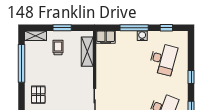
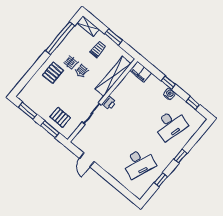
window: (134, 28) -> (168, 83), width x0.46
shelving: (87, 52) -> (113, 76), width x1.47
printer: (101, 82) -> (109, 103), added

